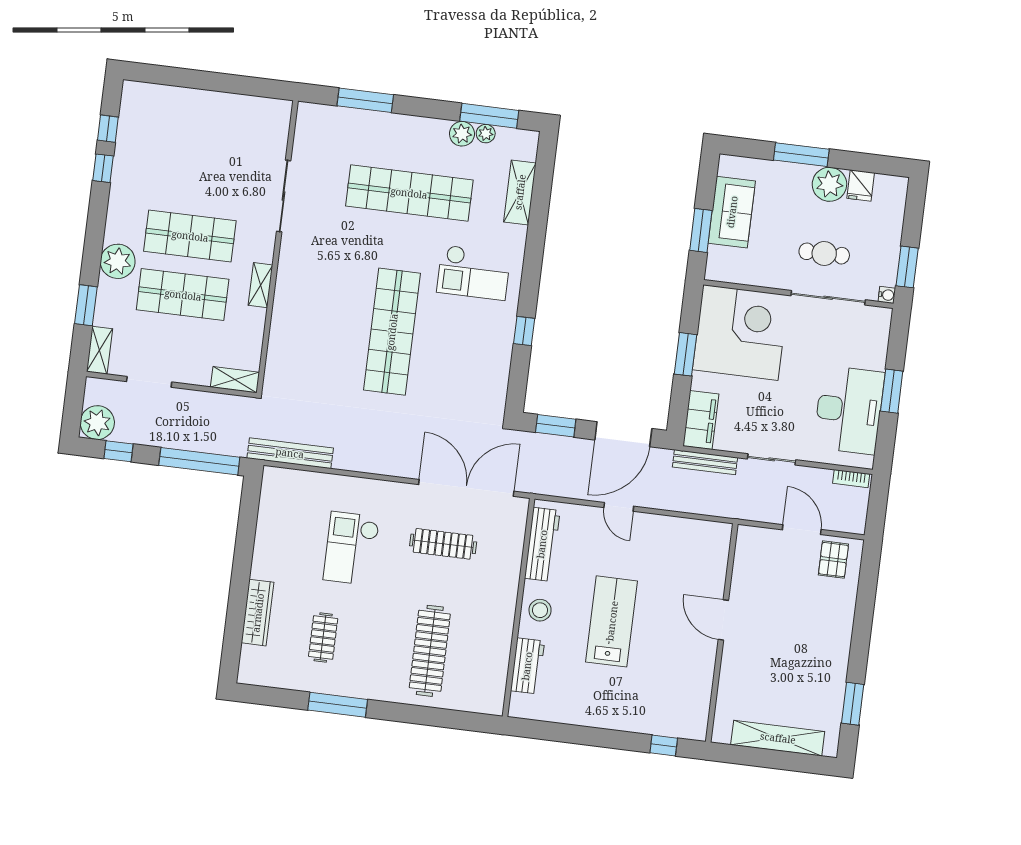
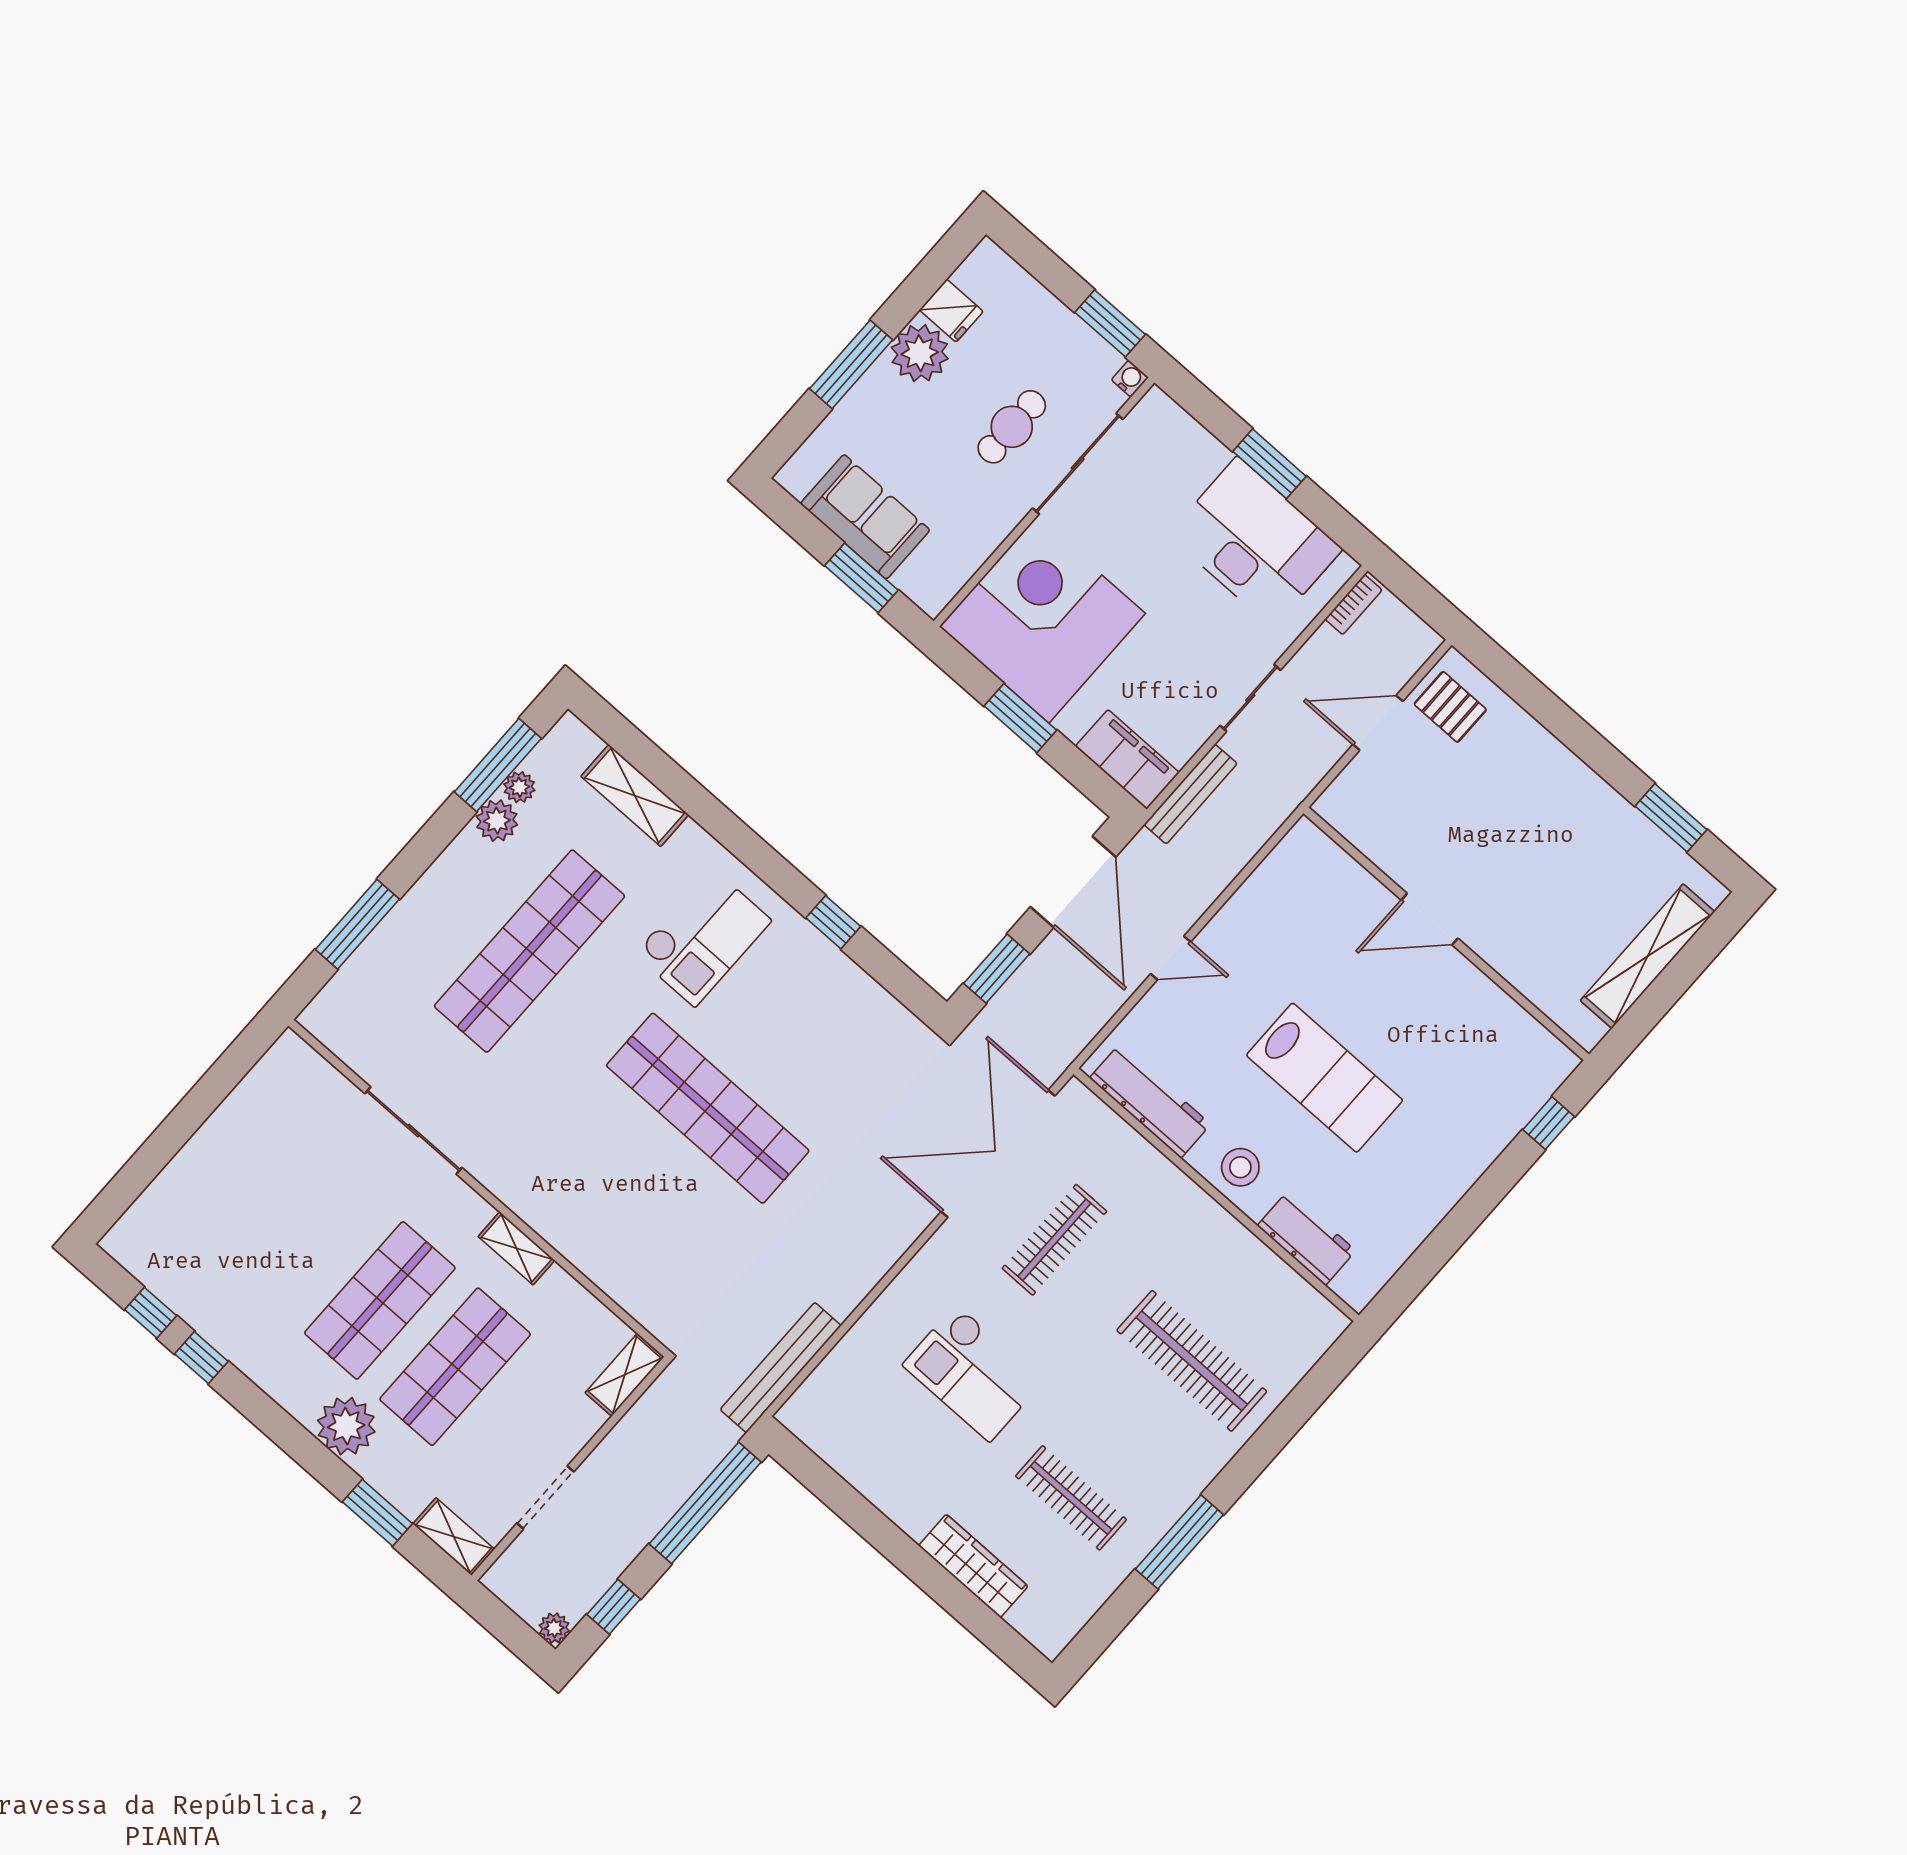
plant: (97, 423) -> (554, 1628), width x0.53, depth x0.53
lab bench: (612, 621) -> (1325, 1078), turned 180
clothes rail: (323, 637) -> (1071, 1498), width x1.36

